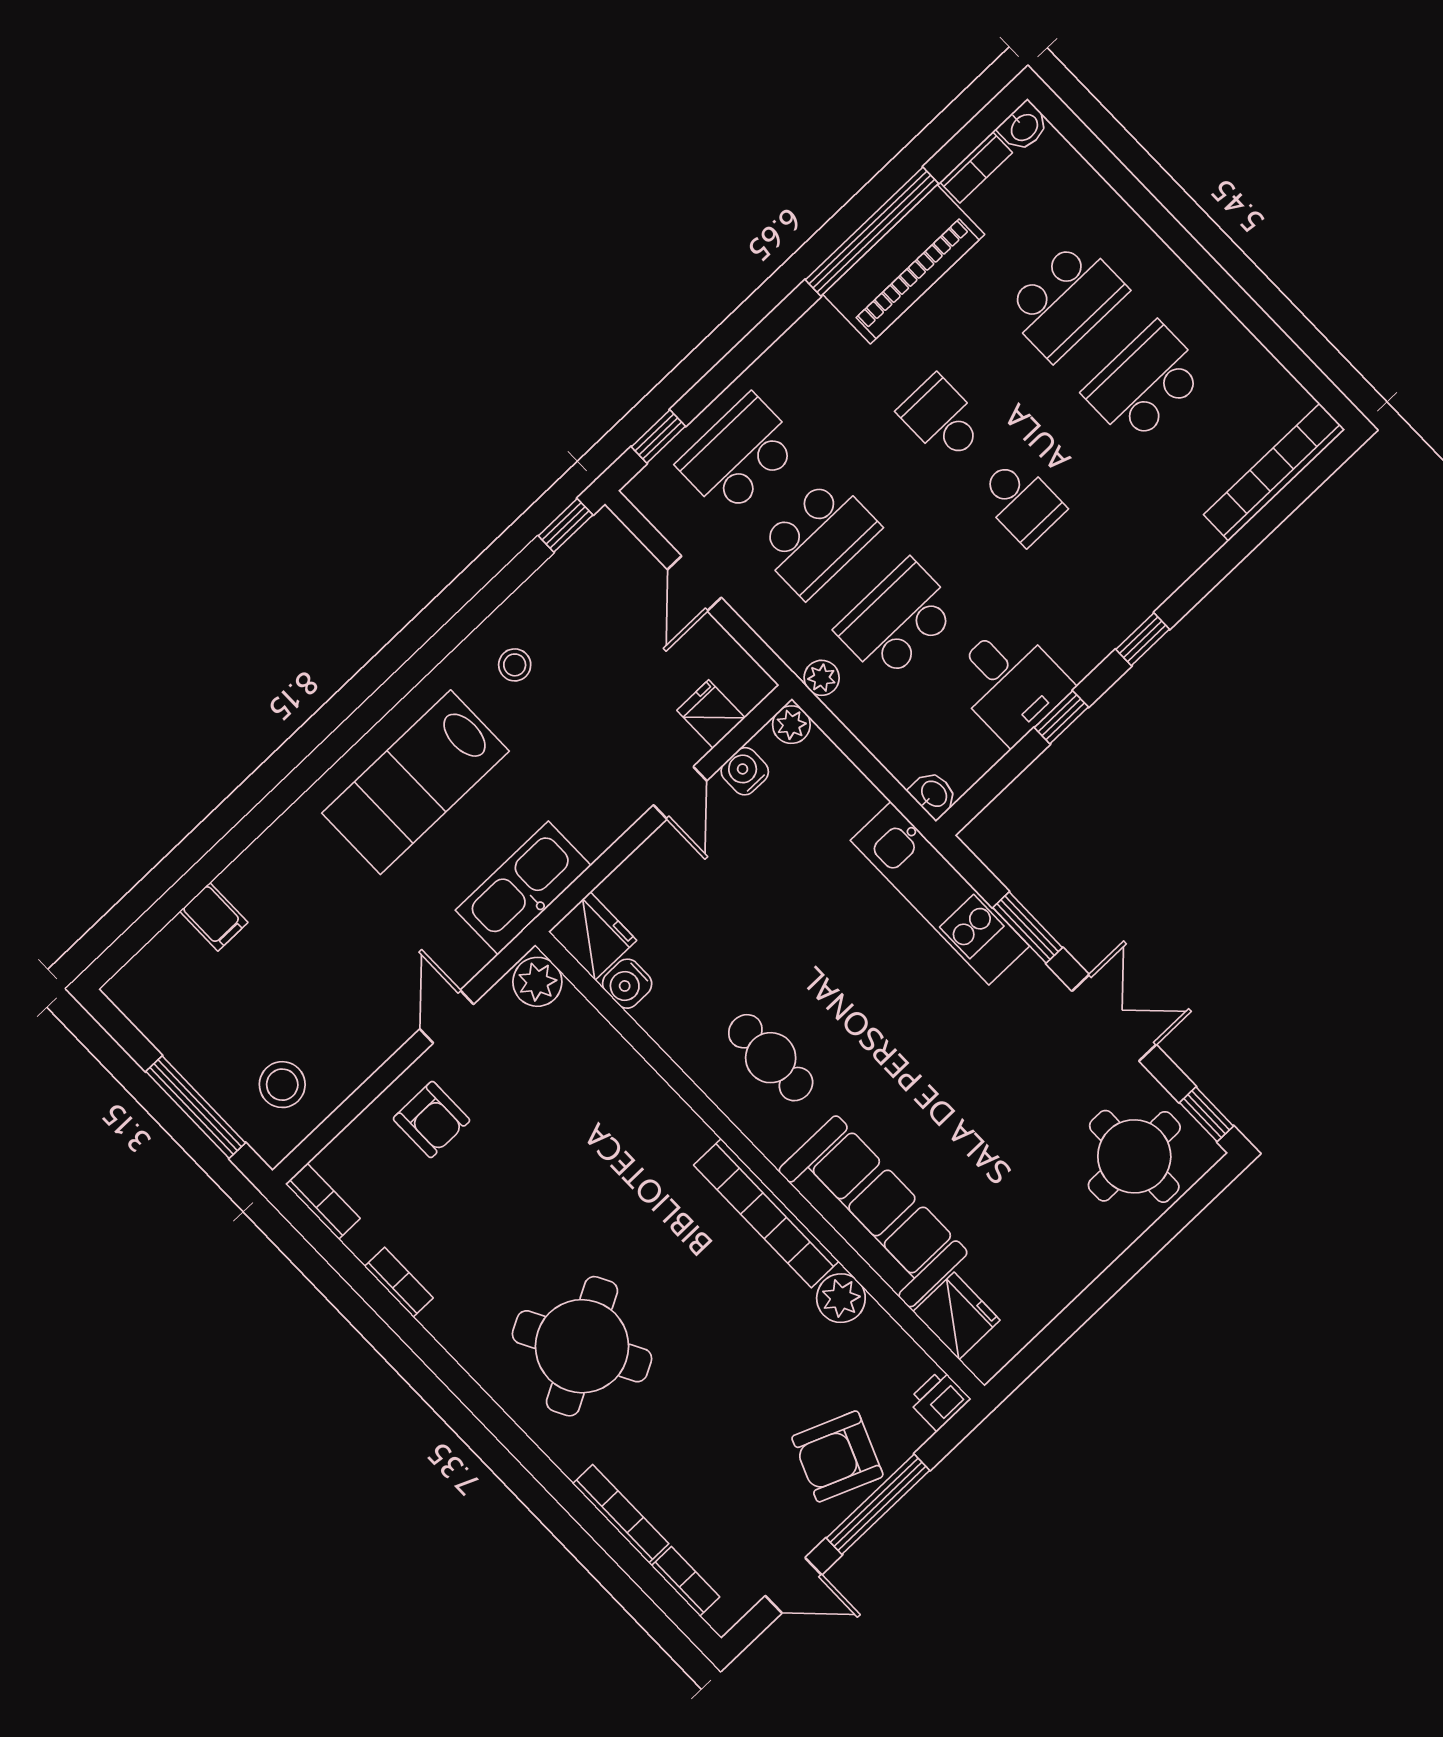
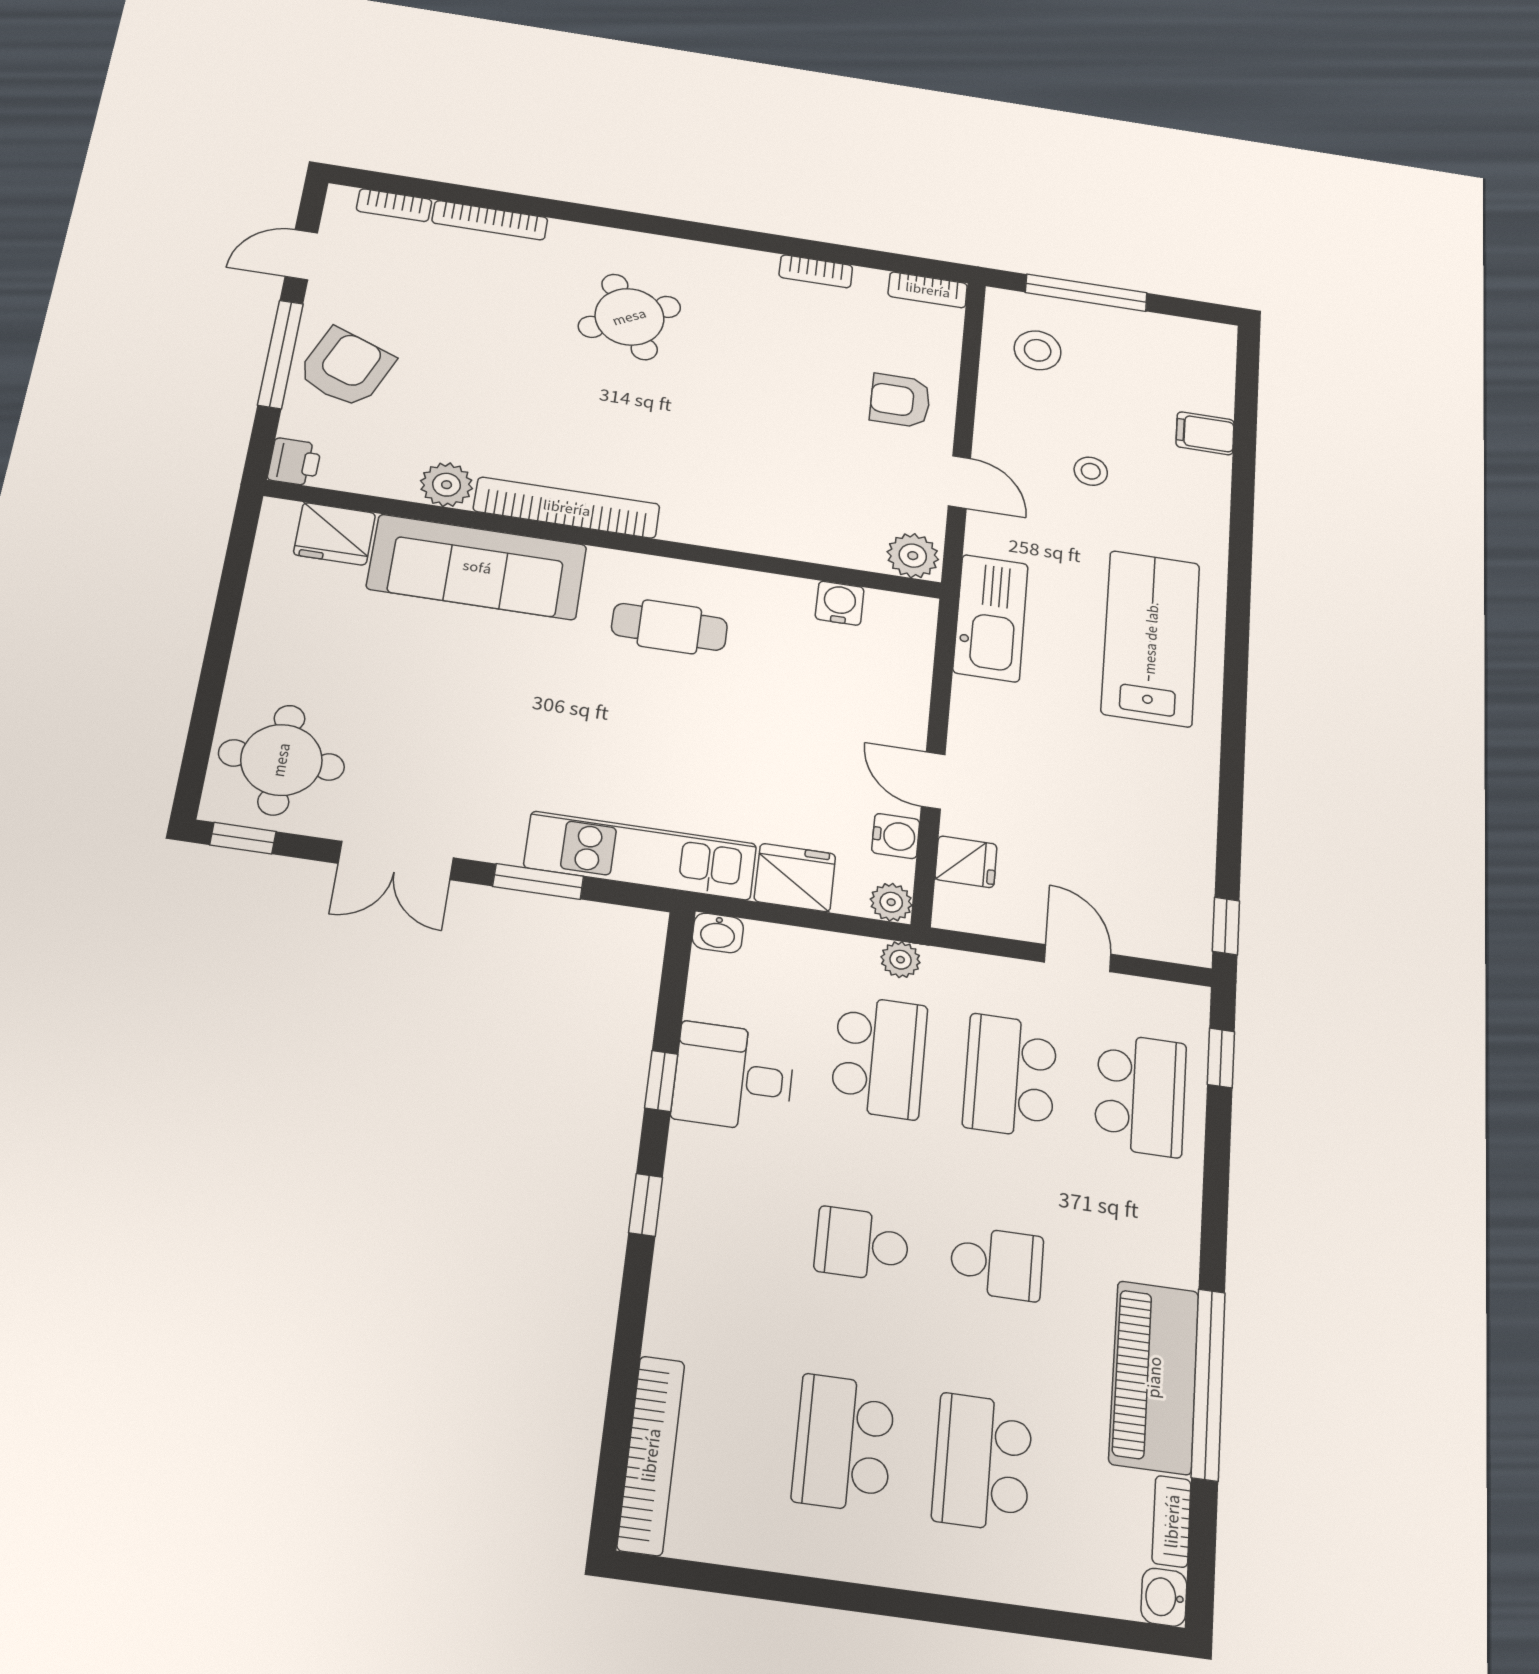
school desk: (1145, 383) -> (844, 1443), turned 180
stool: (515, 665) -> (1091, 471), moved
fridge: (593, 936) -> (795, 878), moved, turned 180
round table: (582, 1346) -> (629, 317), width x0.73, depth x0.73

